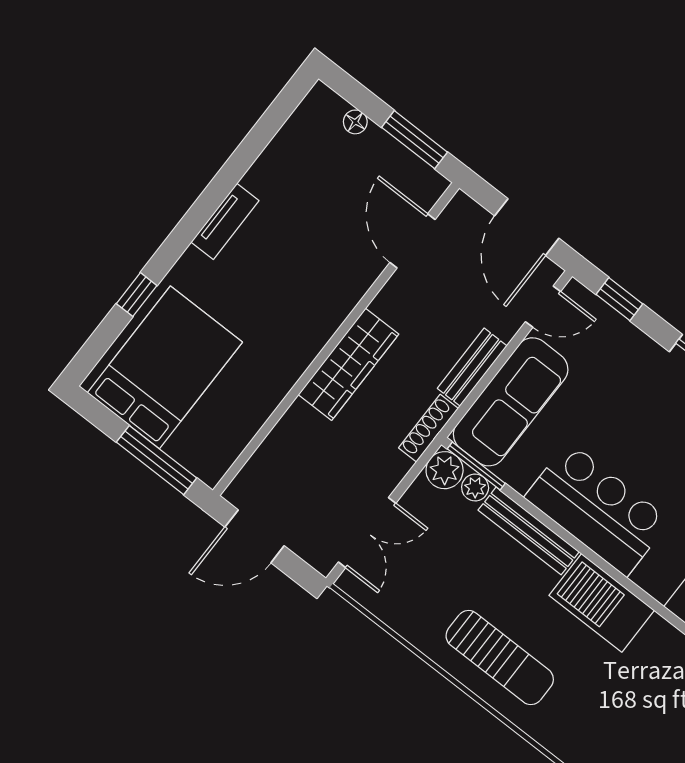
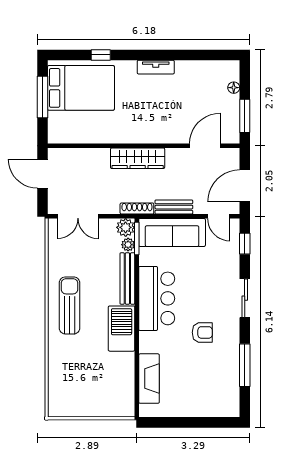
window: (157, 460) -> (42, 97), moved
sun lounger: (500, 658) -> (70, 305), turned 180

